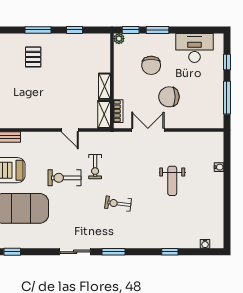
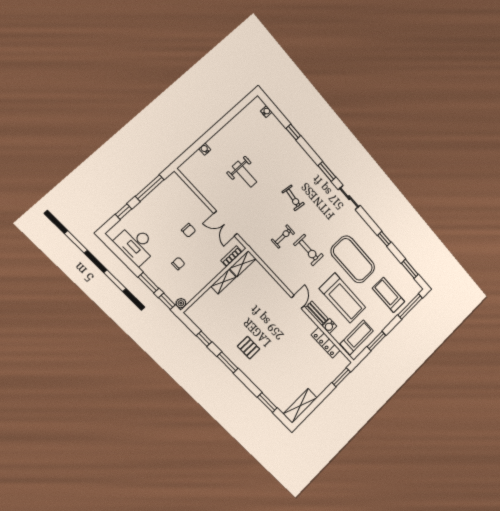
pallet: (33, 57) -> (249, 348), turned 90
chair: (151, 65) -> (178, 264), width x0.54, depth x0.54
chair: (169, 97) -> (189, 230), width x0.54, depth x0.54
door: (70, 130) -> (298, 302), moved
weight bench: (172, 181) -> (245, 174), turned 90

